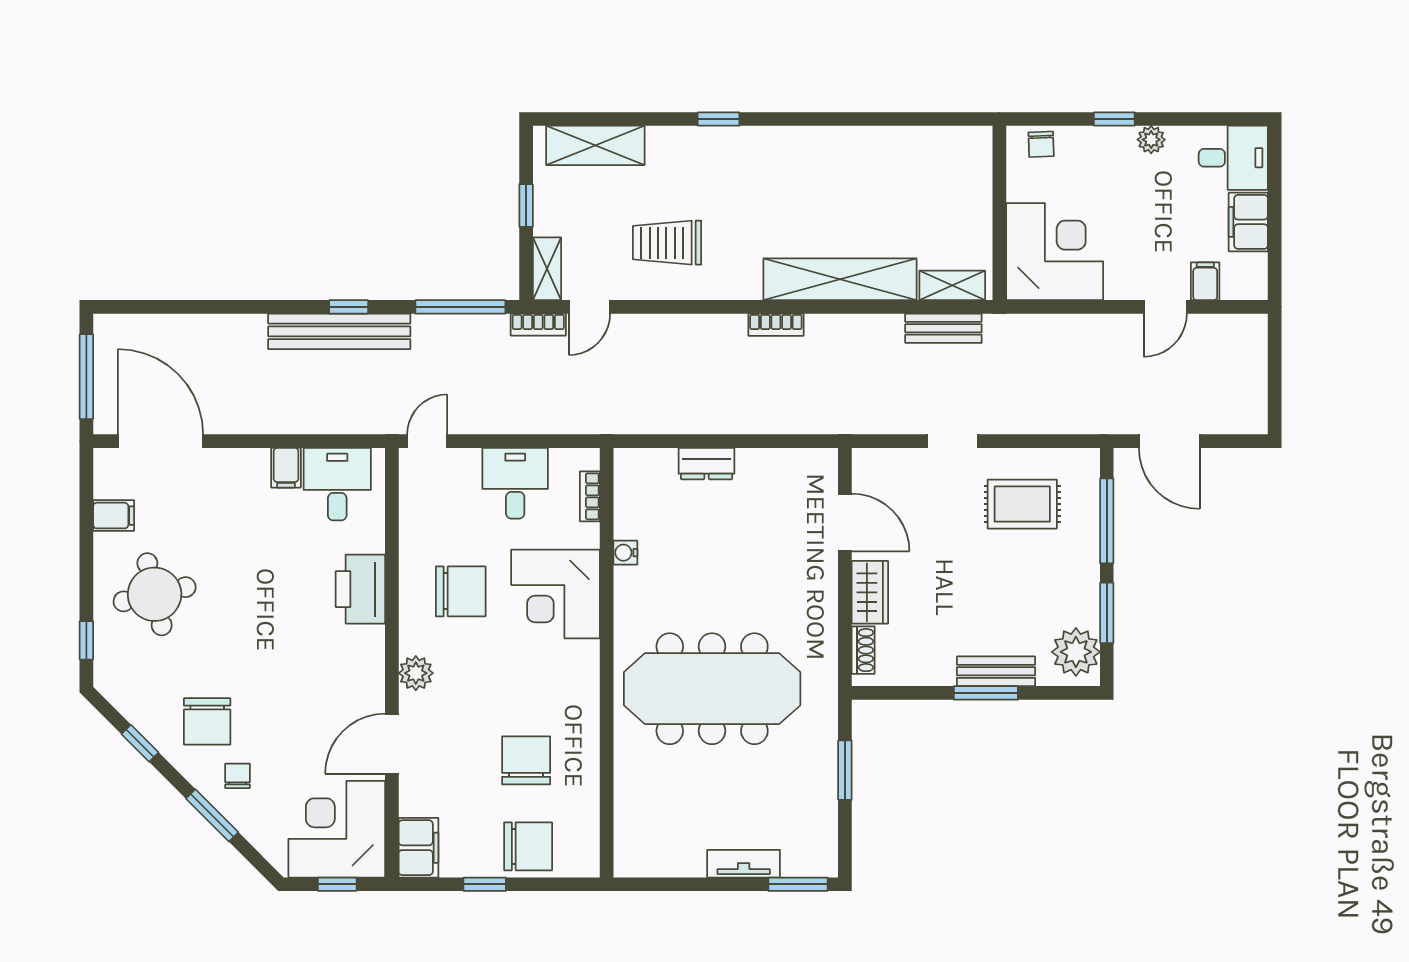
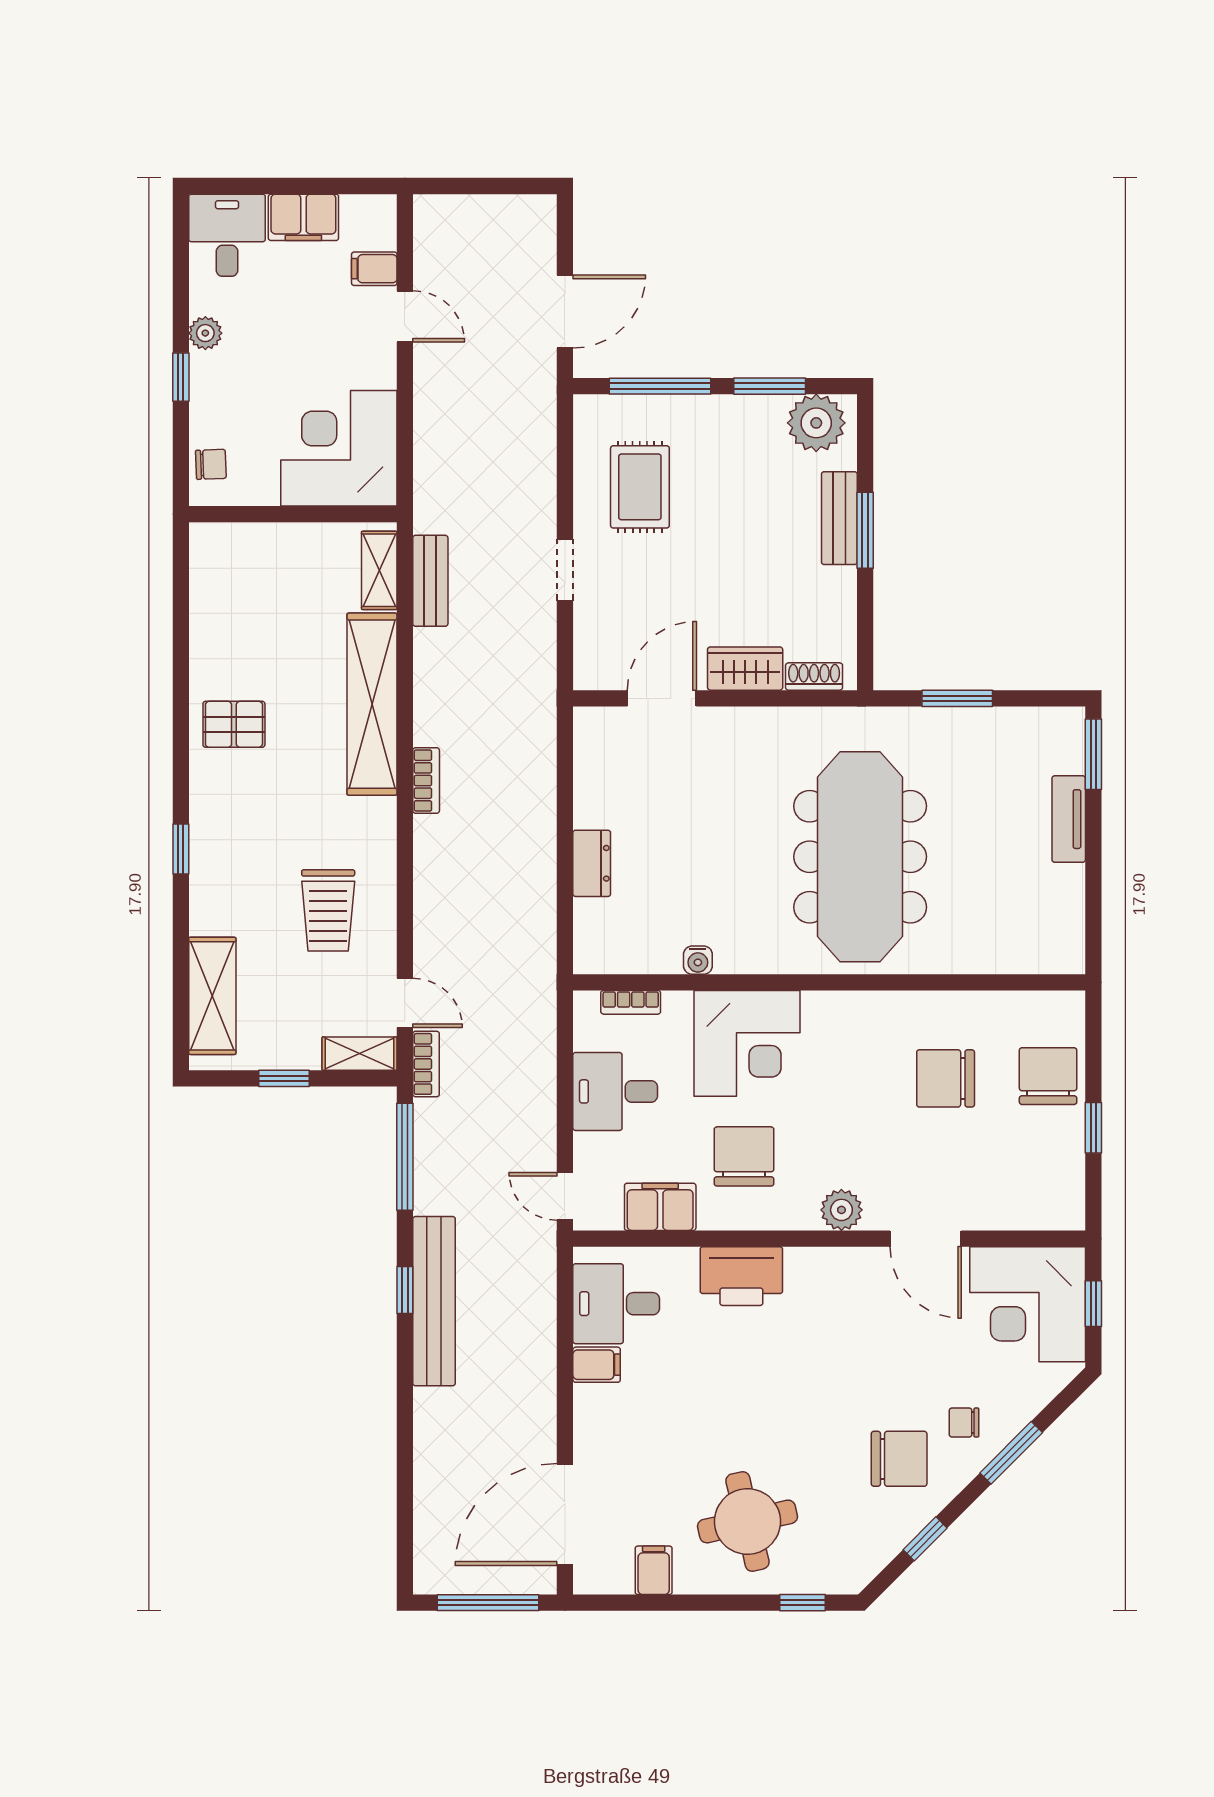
pallet: (823, 164) -> (234, 724), added
filing cabinet: (418, 848) -> (660, 1207), moved

